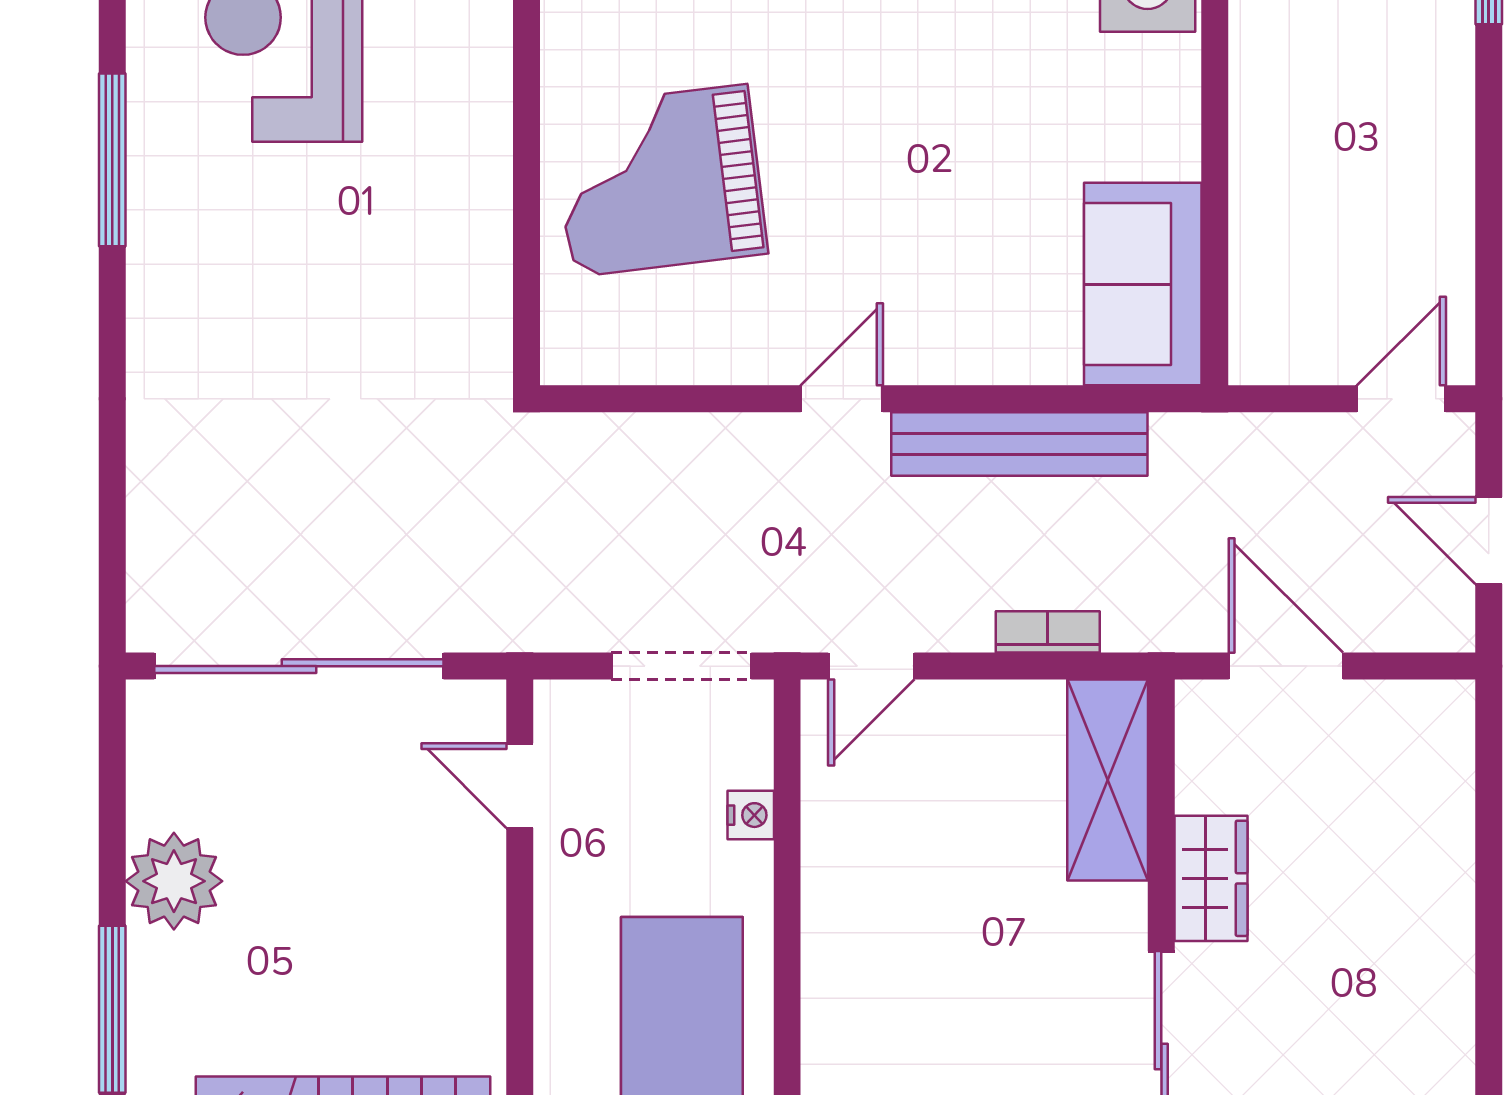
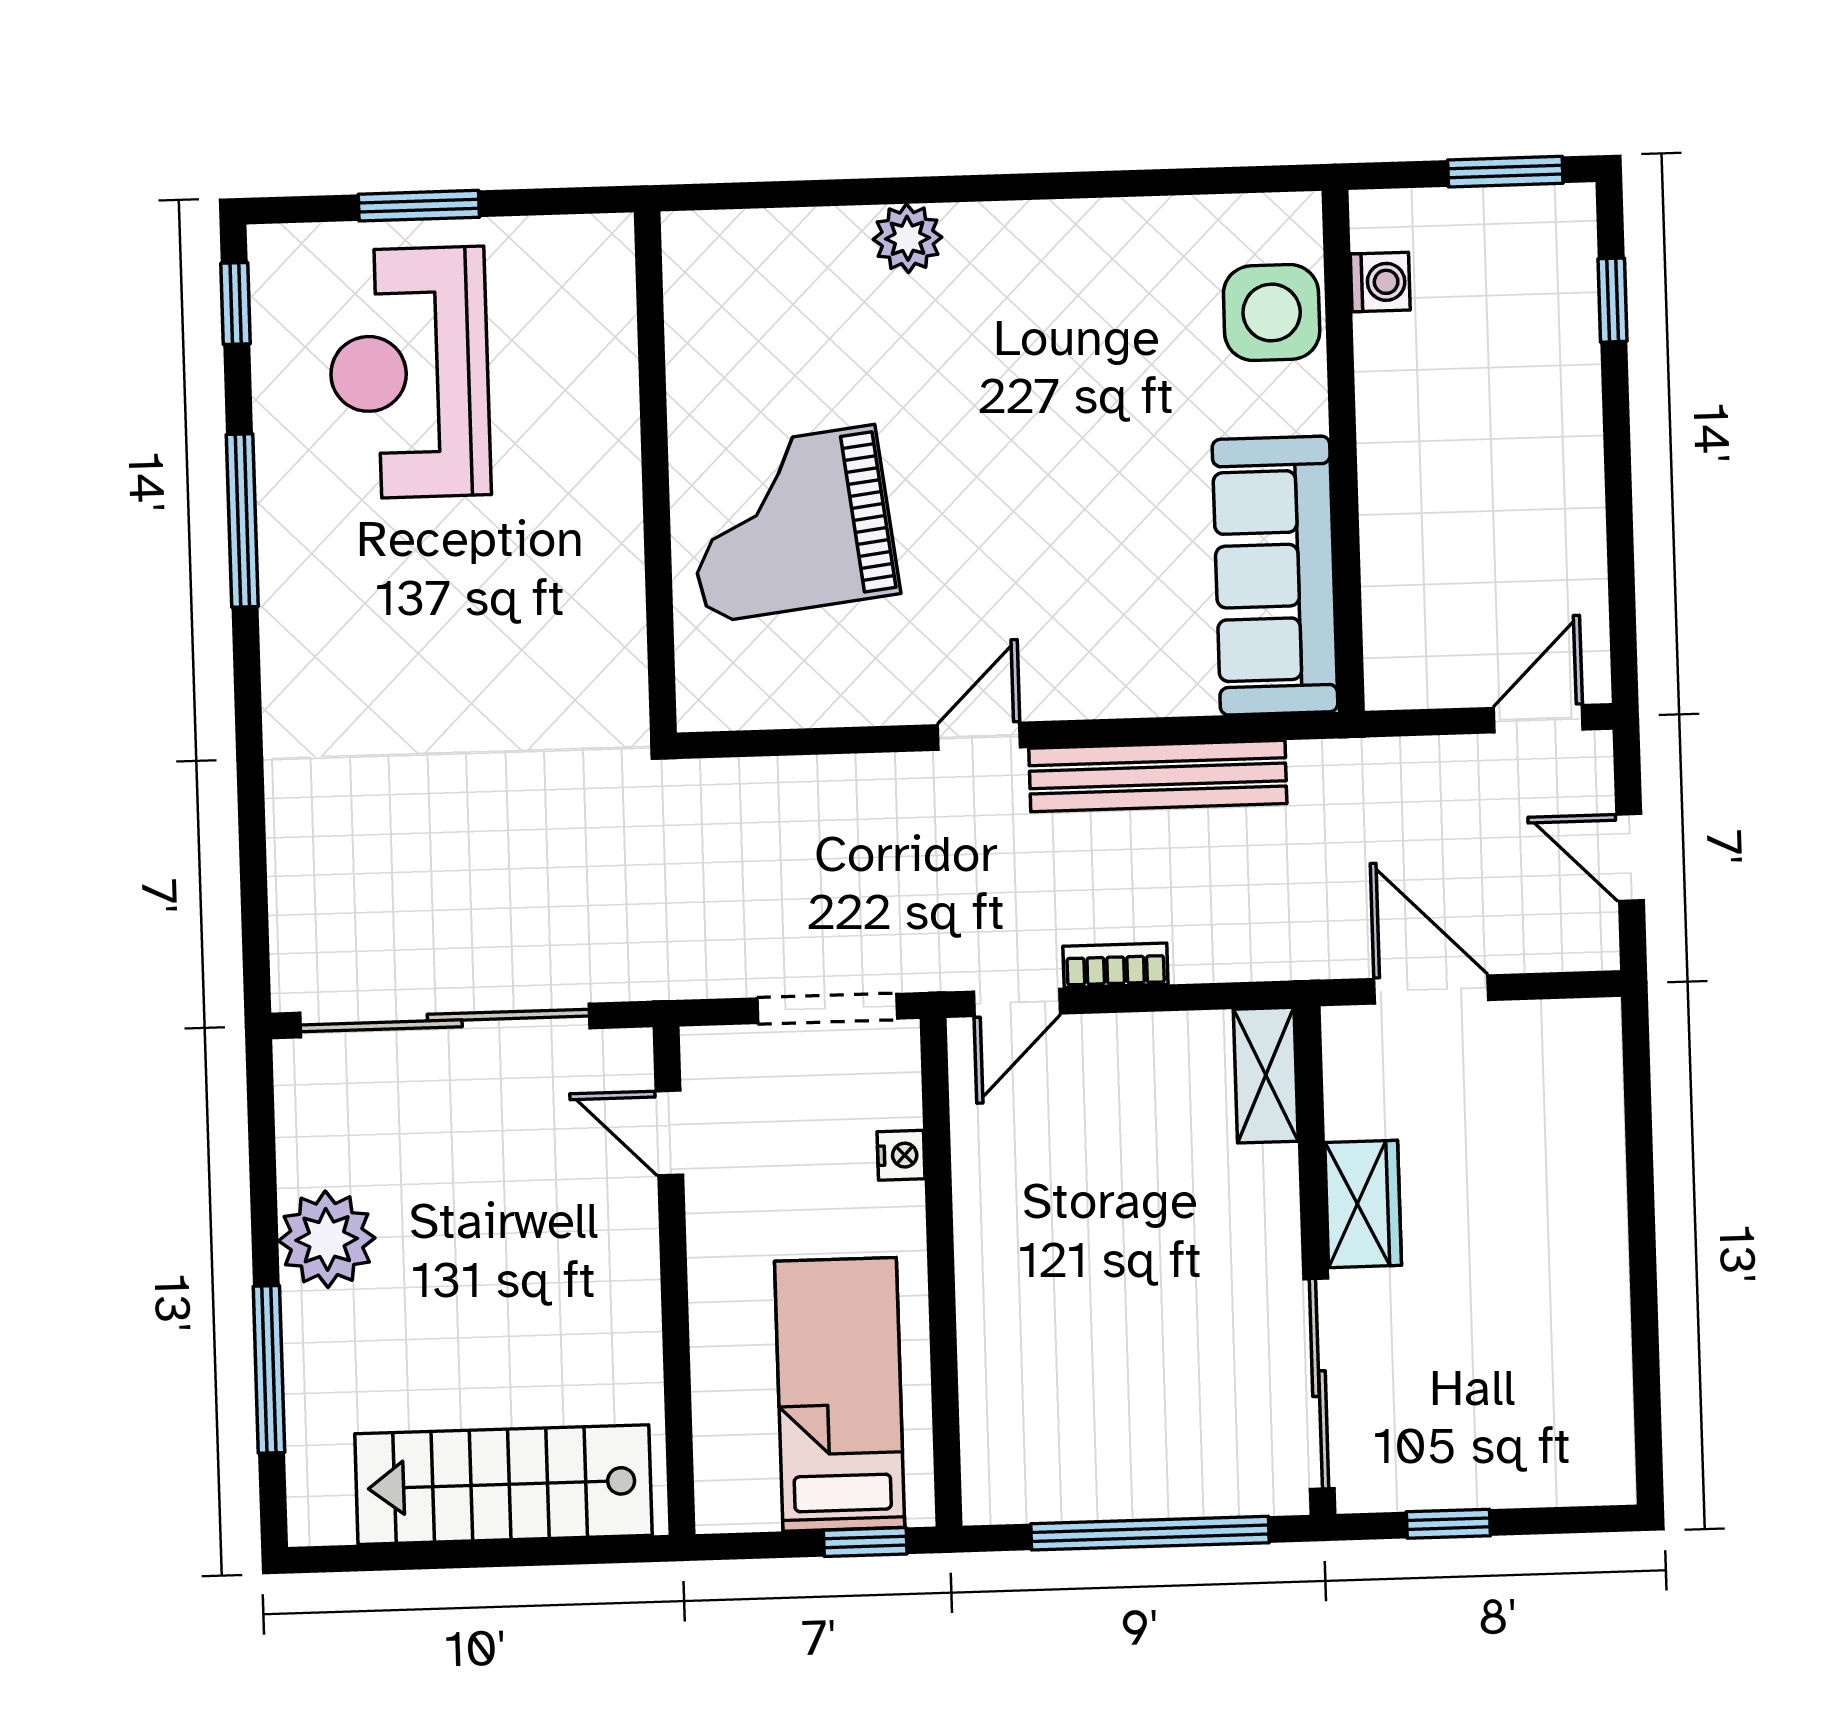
sofa: (1143, 284) -> (1275, 576), width x1.36
bookcase: (1048, 632) -> (1115, 965), moved
shelving: (1108, 780) -> (1266, 1075), width x0.67, depth x0.75

